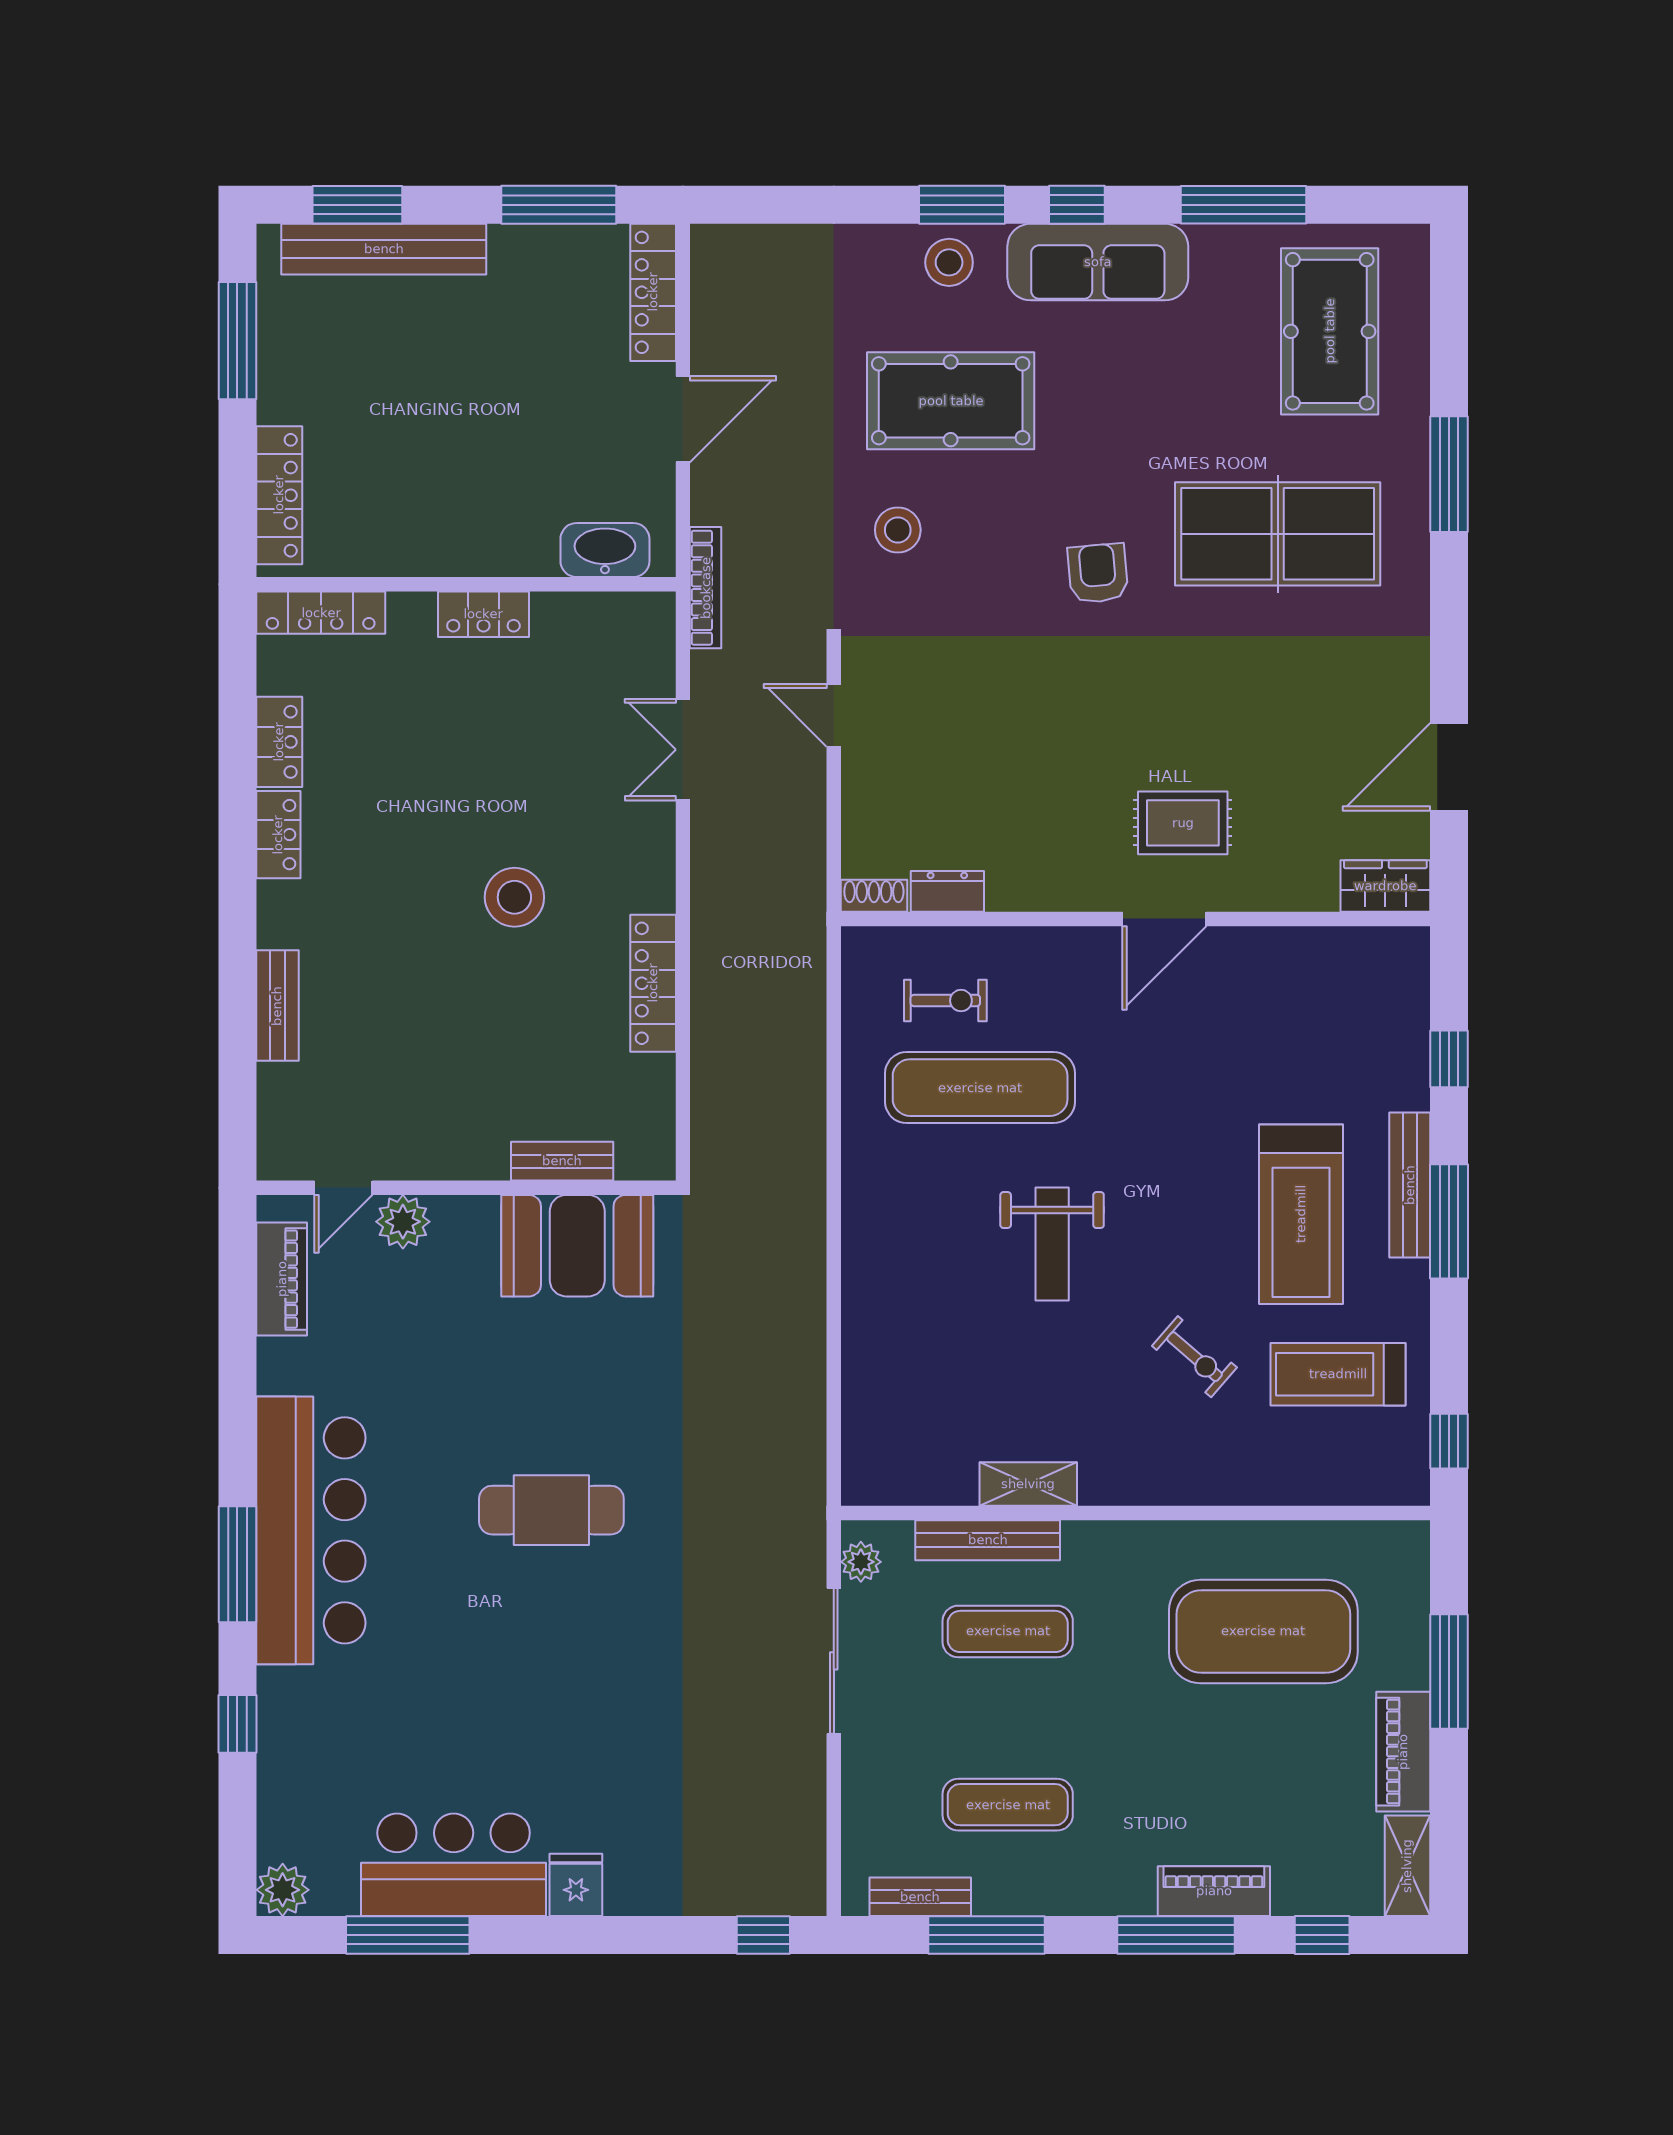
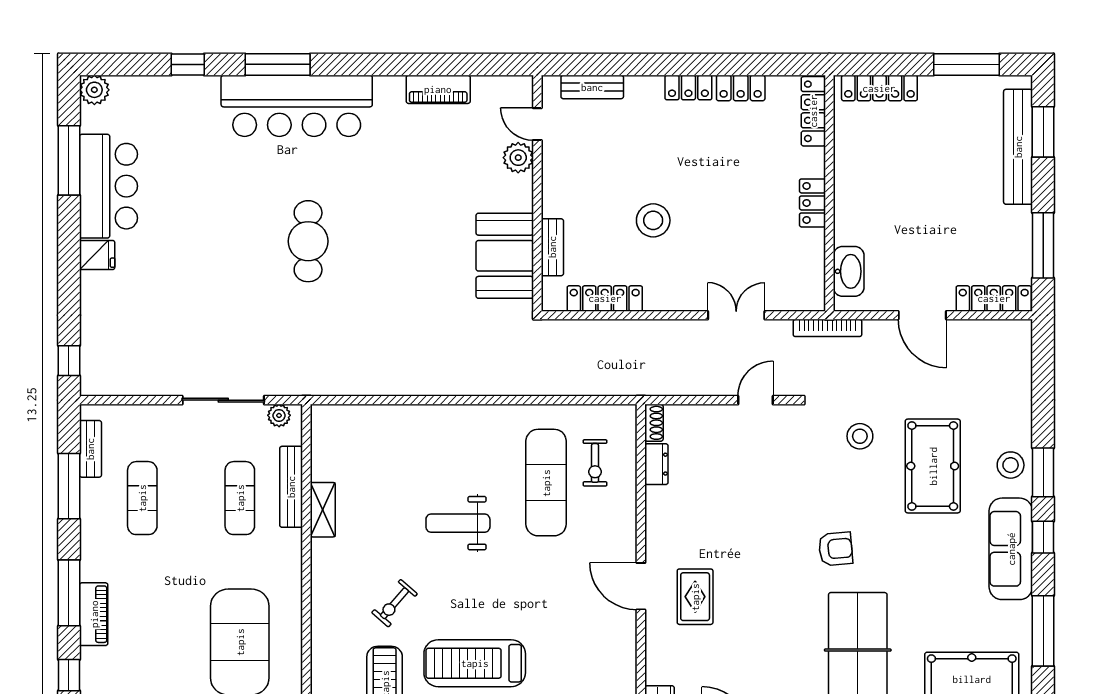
bench: (562, 1161) -> (552, 247), moved
door: (343, 1188) -> (537, 124), moved
wall: (466, 1188) -> (537, 193), moved
plant: (403, 1222) -> (518, 158), moved
booth: (577, 1246) -> (505, 256), moved

